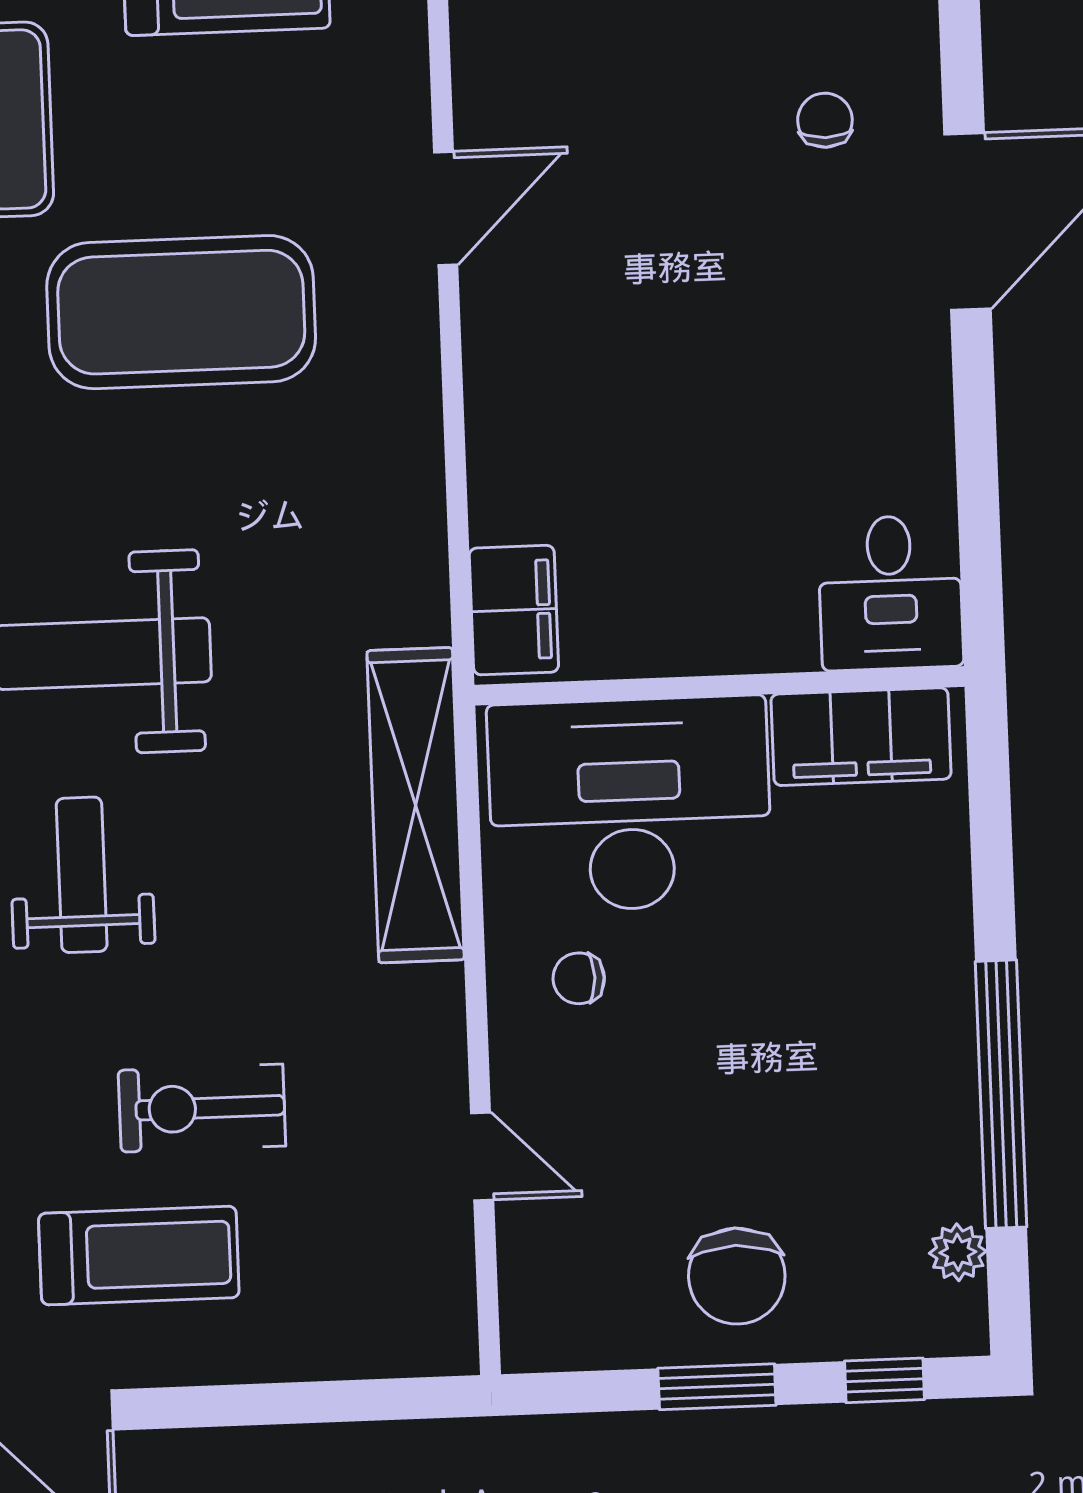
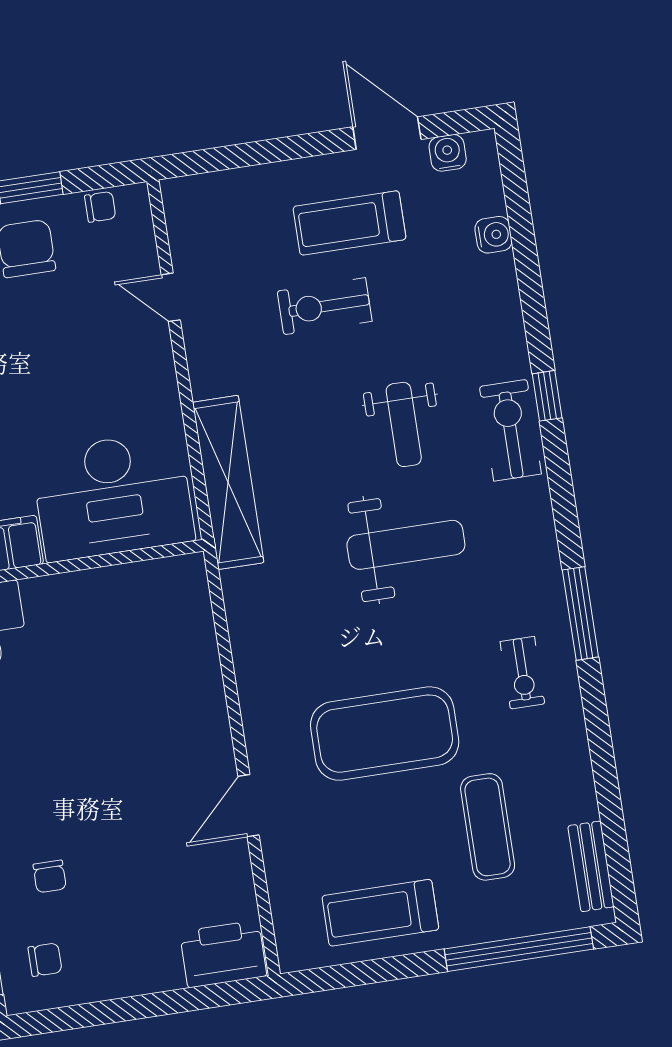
filing cabinet: (514, 610) -> (187, 593), removed
chair: (579, 978) -> (100, 207), moved
exercise bike: (202, 1108) -> (325, 306), turned 180

